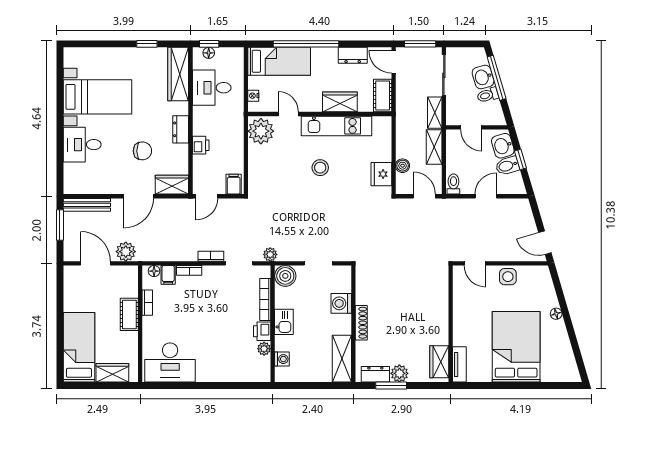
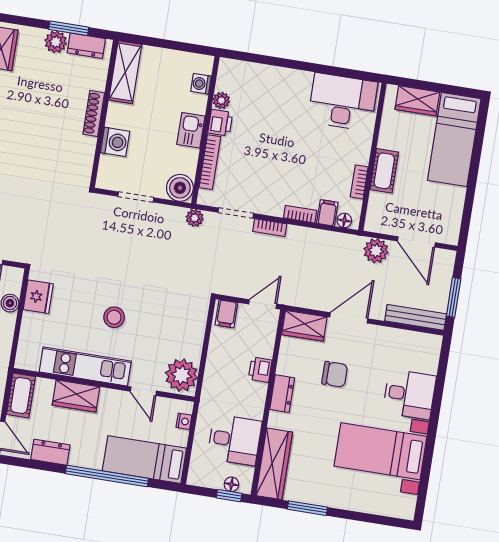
window: (147, 44) -> (307, 508), width x1.50
chair: (142, 151) -> (335, 374), turned 180

